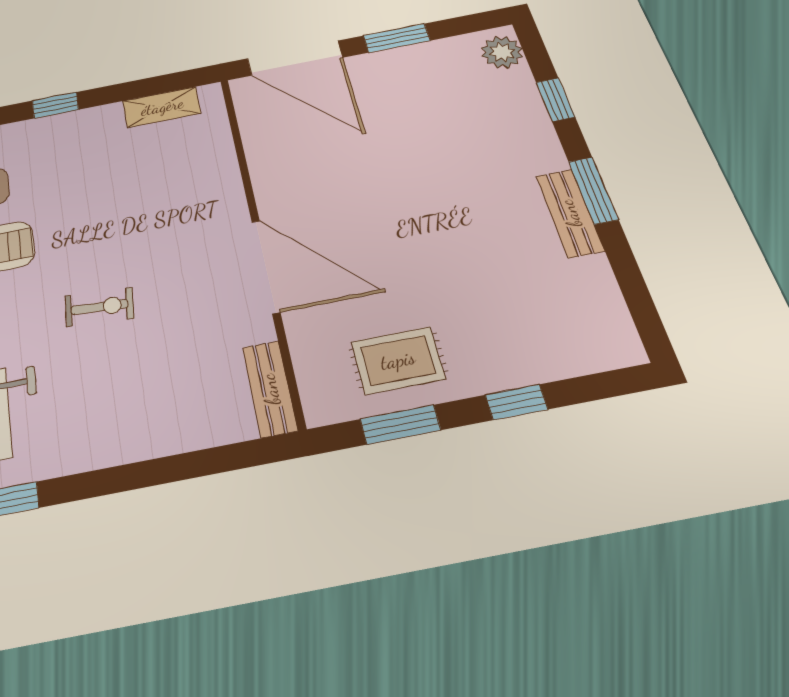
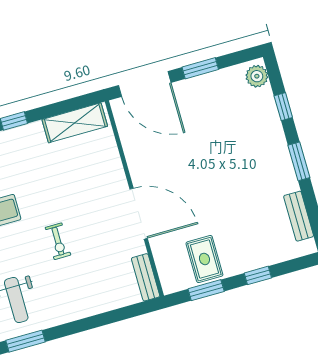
shelving: (162, 107) -> (75, 123), width x1.50, depth x1.33
bench: (570, 213) -> (299, 216), moved
exercise bike: (100, 307) -> (58, 241), turned 86
rug: (398, 360) -> (204, 259), turned 90

